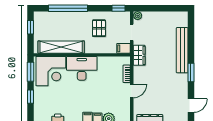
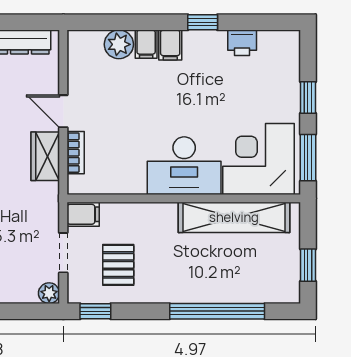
pallet: (99, 28) -> (118, 265), moved
wardrobe: (139, 55) -> (45, 156), moved
door: (132, 91) -> (63, 111), hinge flipped

